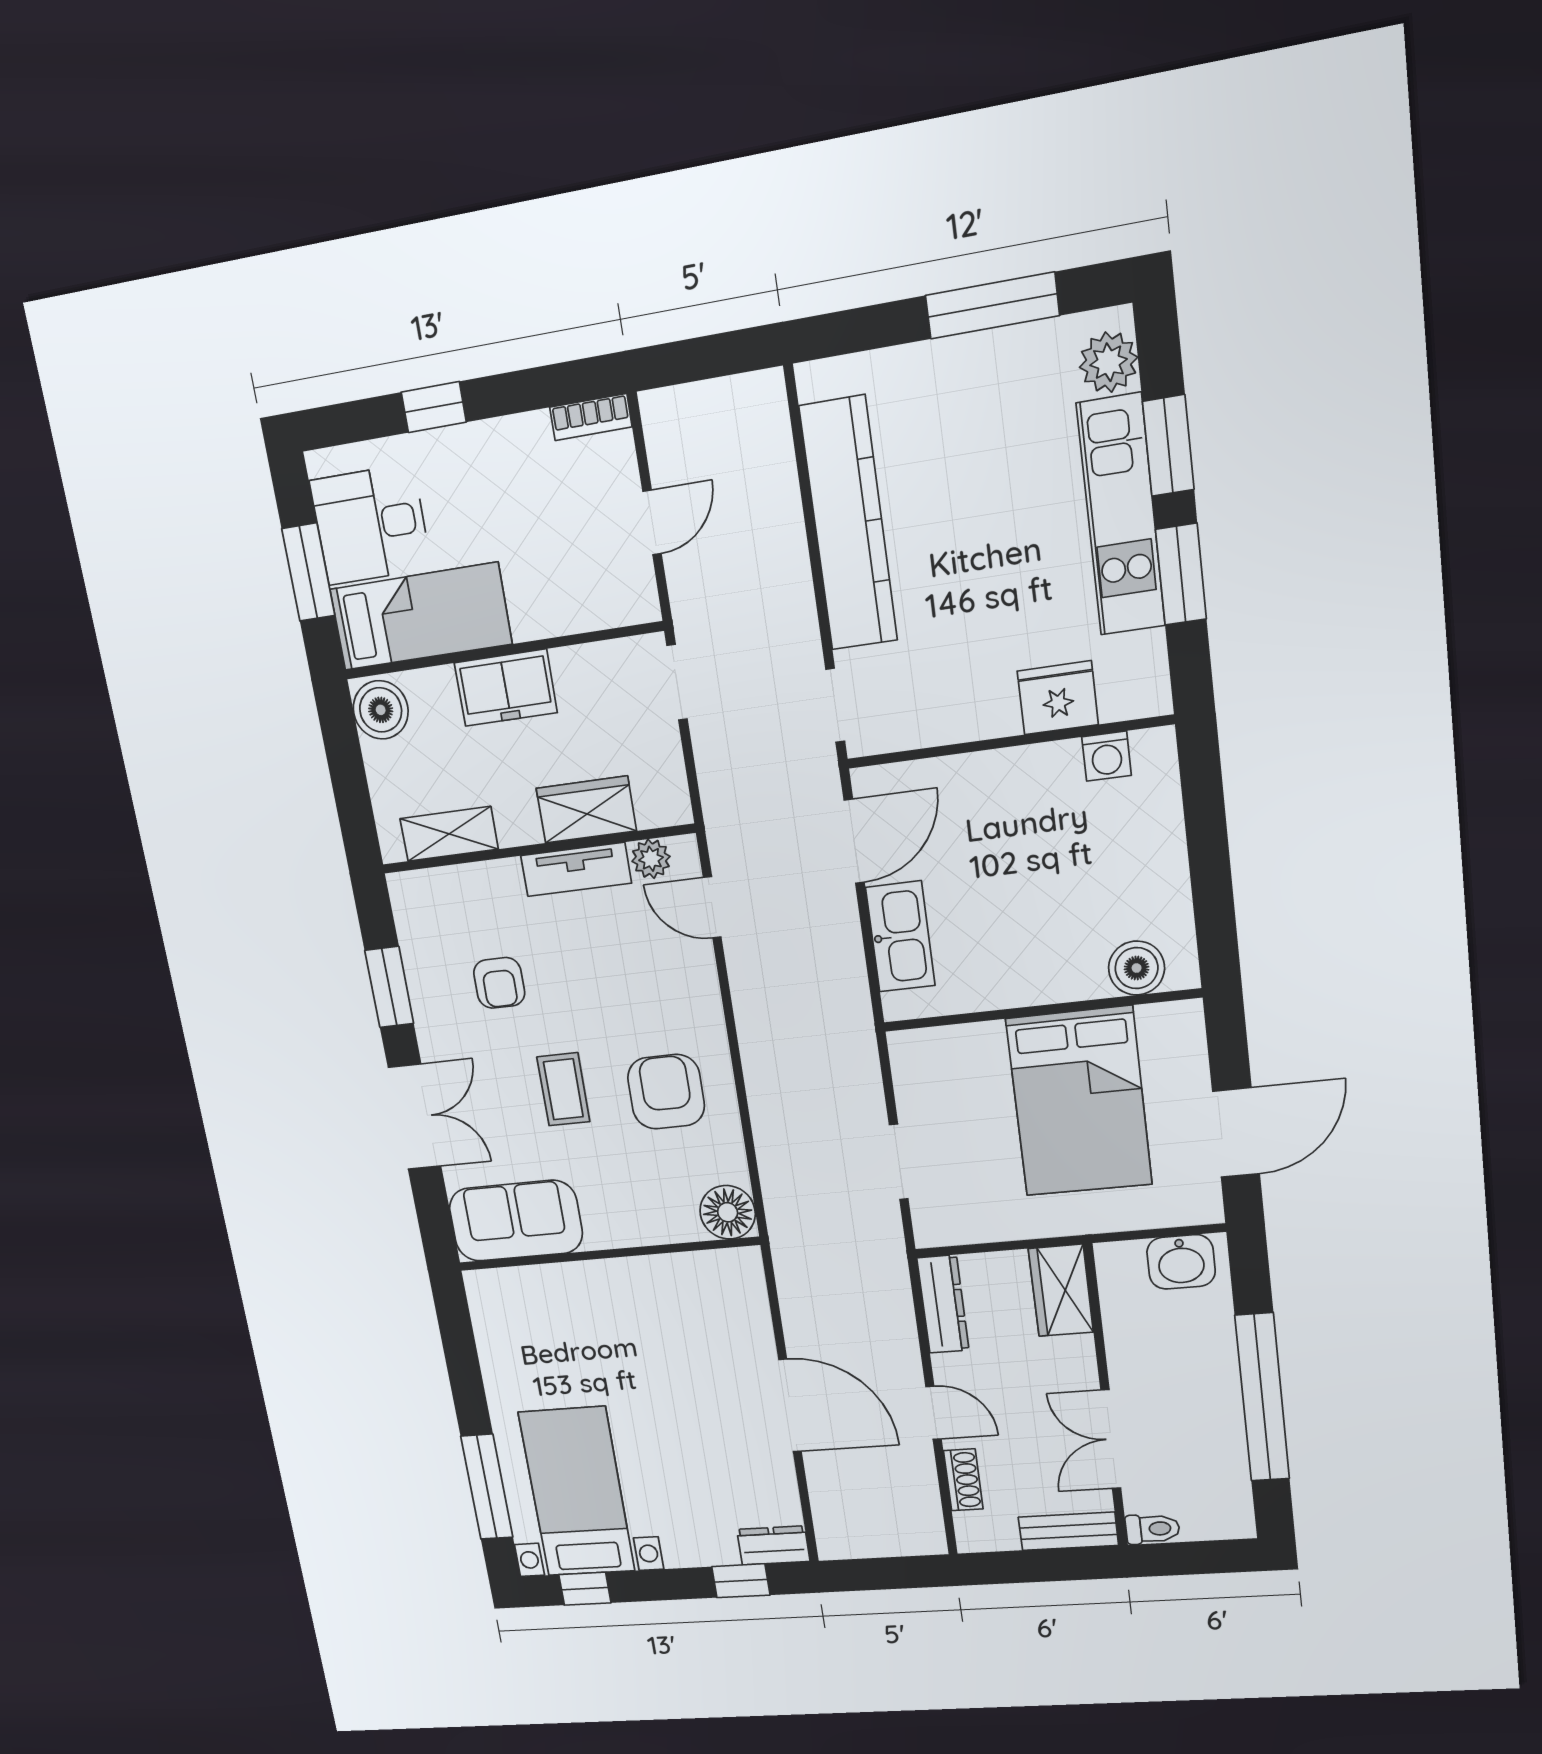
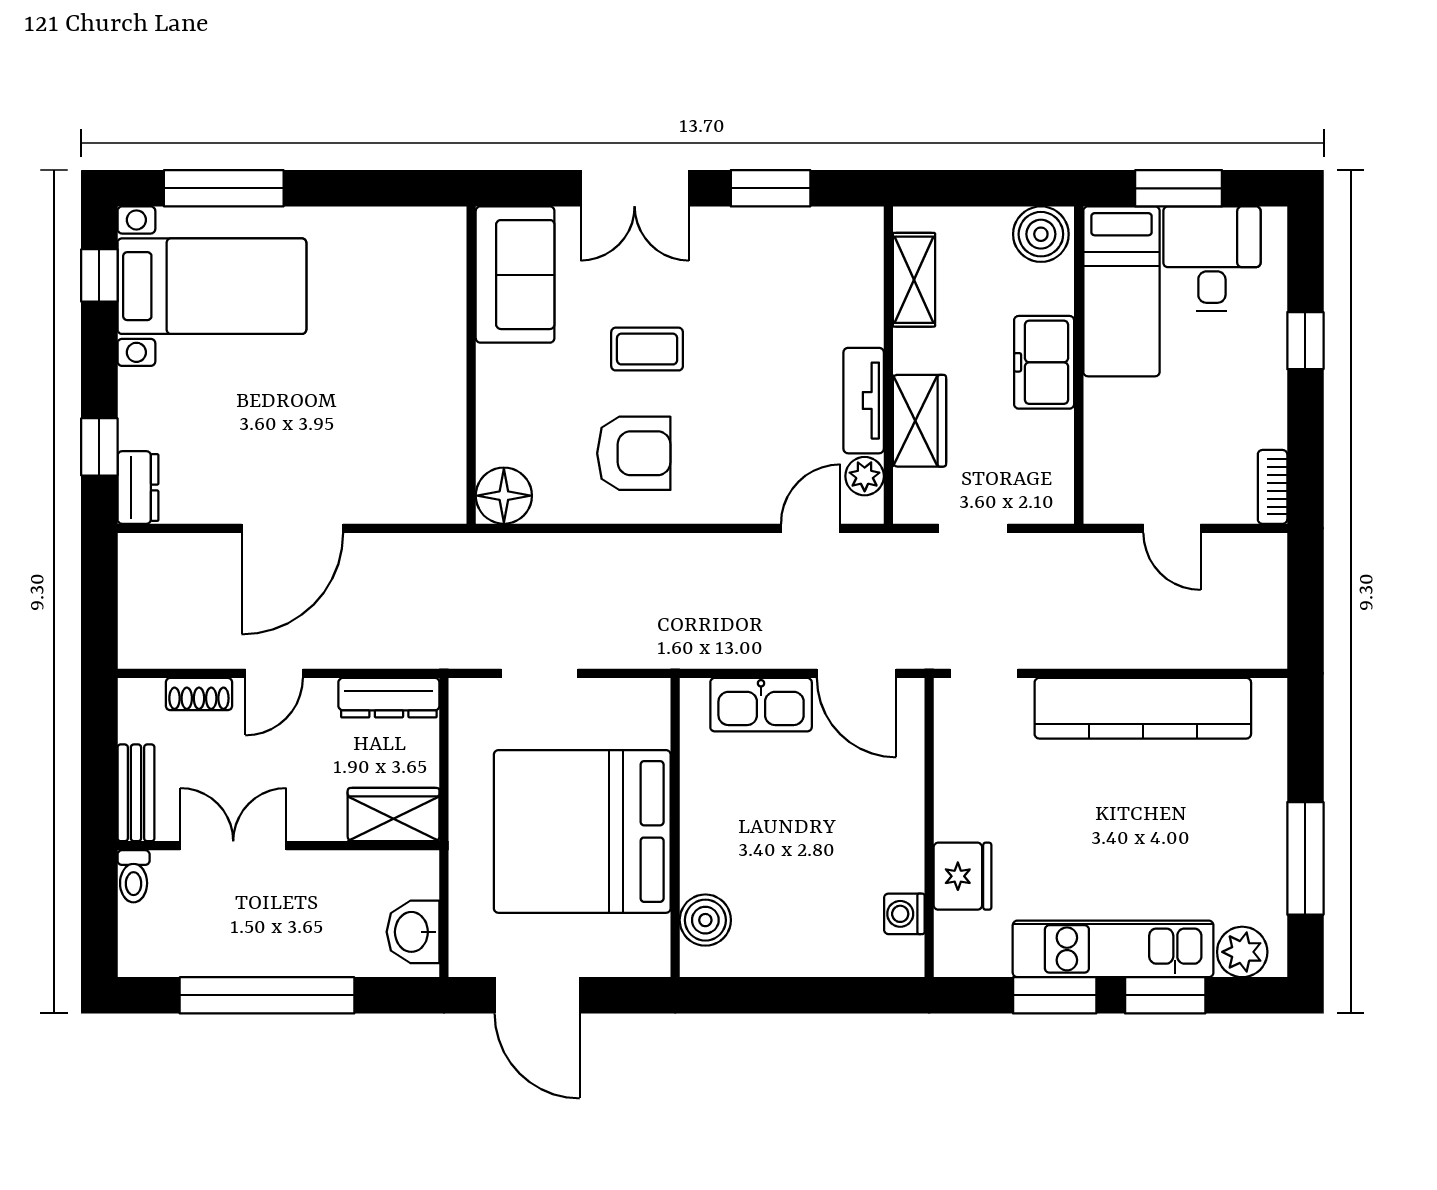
doorway: (677, 682) -> (973, 528), moved
armchair: (499, 983) -> (762, 303), removed
bed: (1079, 1102) -> (582, 831), width x1.36

